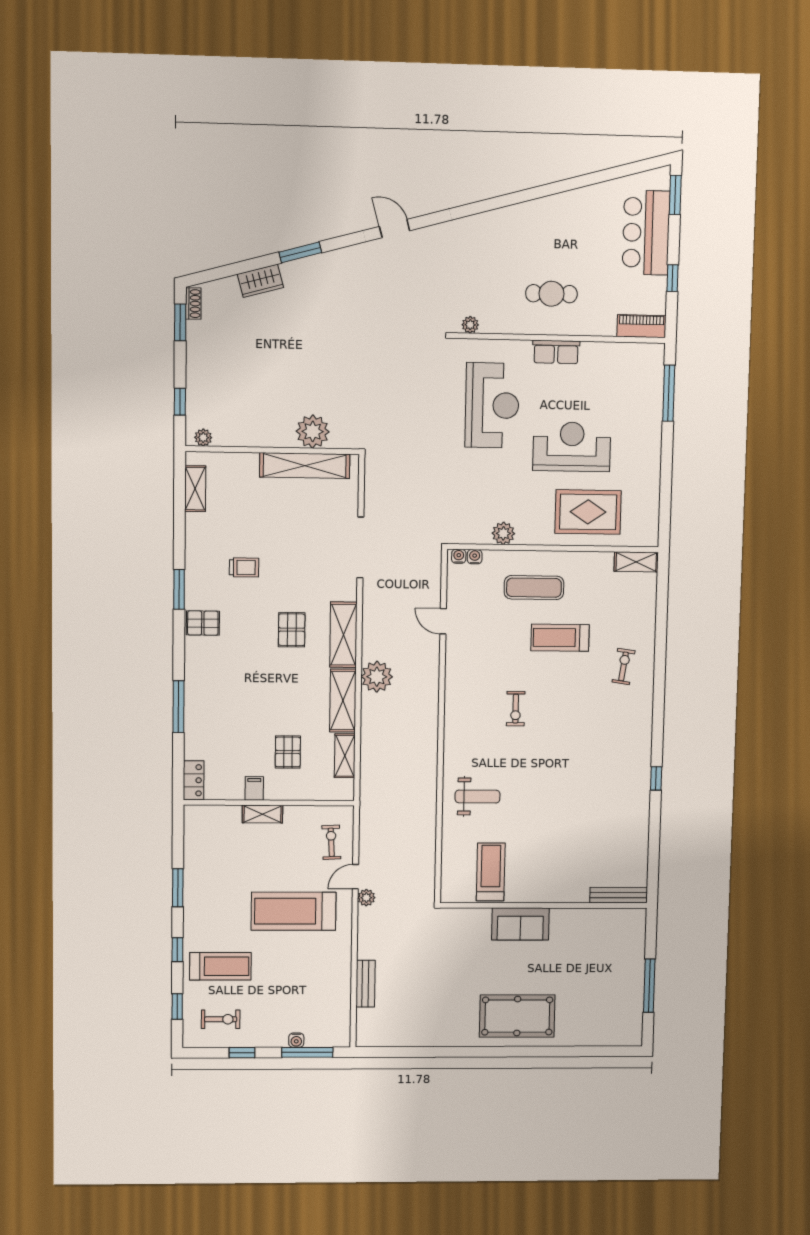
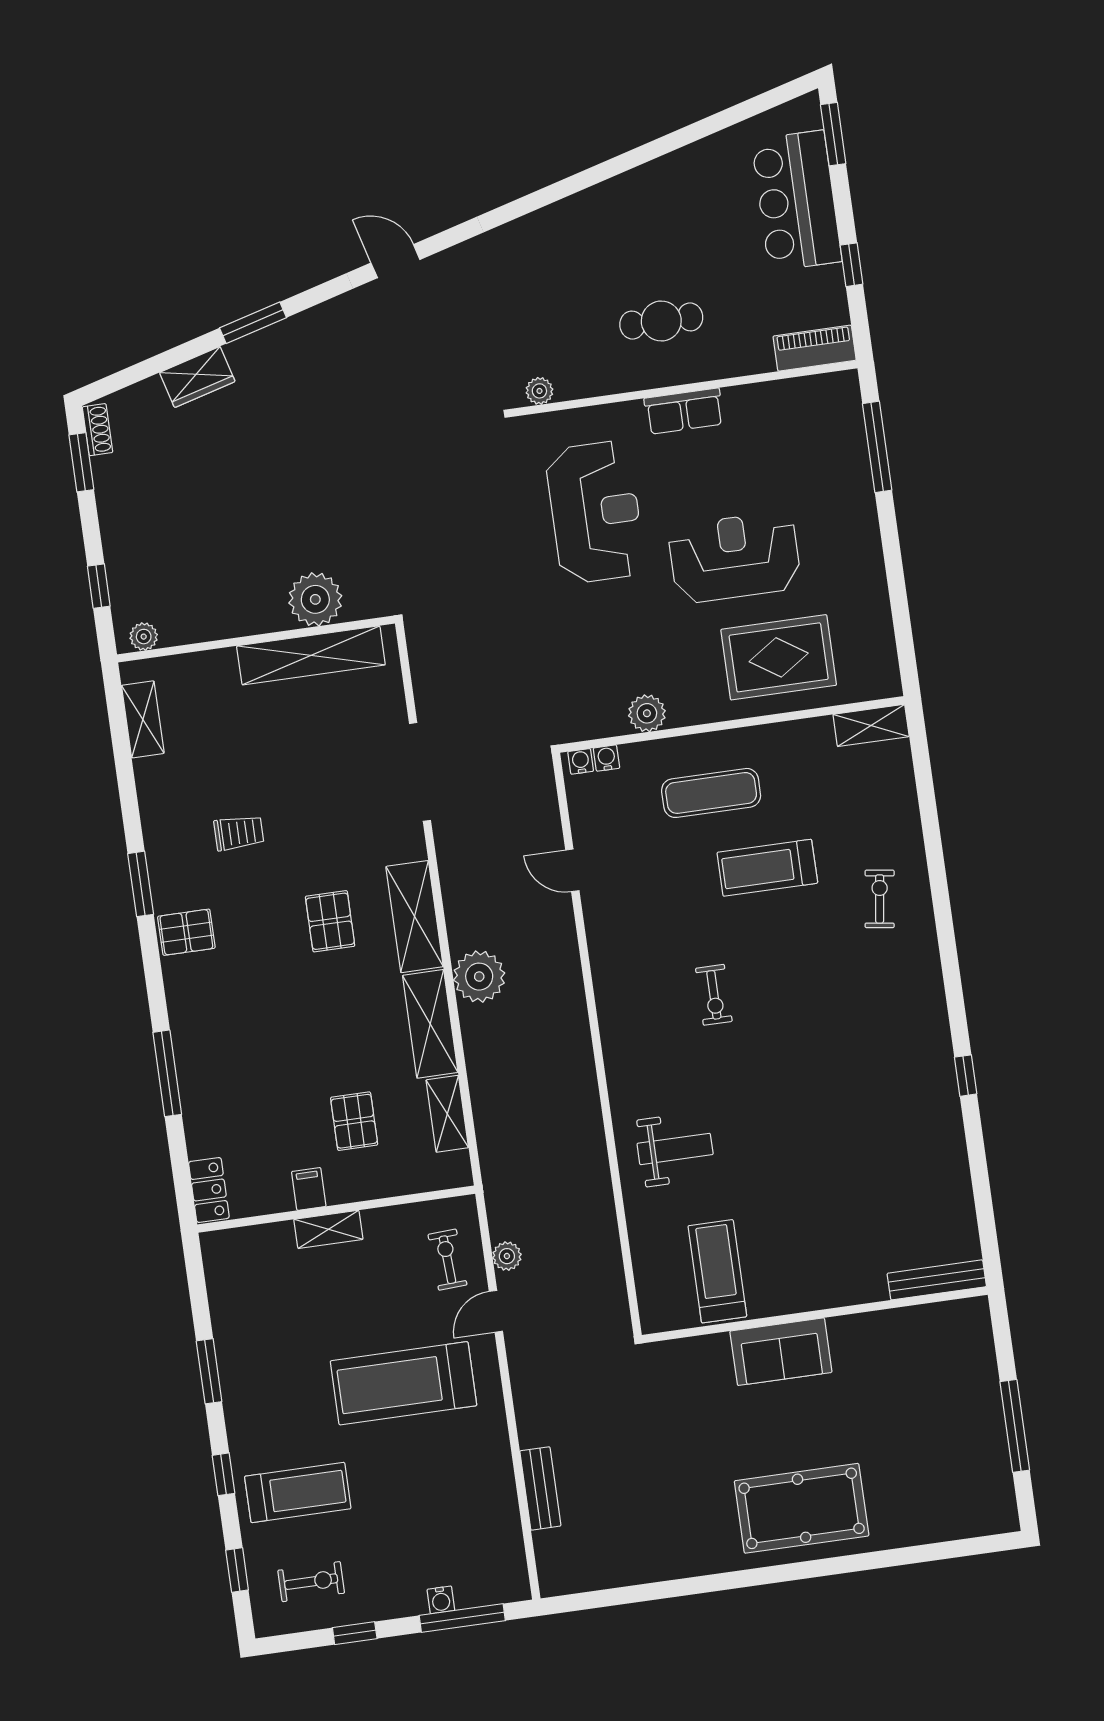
plant: (366, 898) -> (507, 1256), moved

